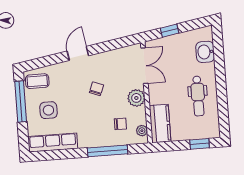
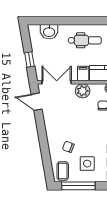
door: (78, 53) -> (37, 102), moved
chair: (96, 89) -> (68, 147), moved
filing cabinet: (158, 97) -> (83, 73), added

